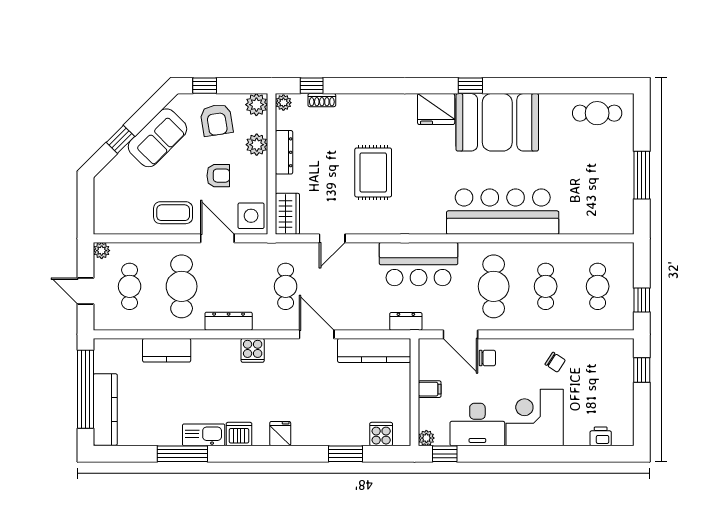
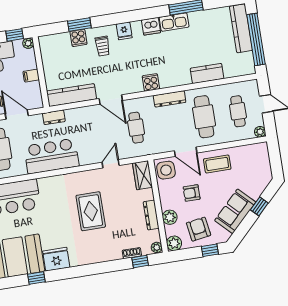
trolley: (316, 416) -> (102, 46), added
cooker: (381, 434) -> (79, 38), moved

